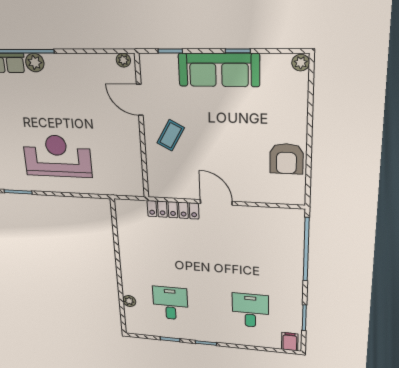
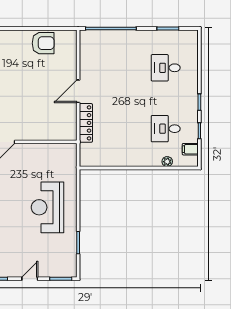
coffee table: (171, 135) -> (29, 122), removed
filing cabinet: (290, 342) -> (190, 149), moved

